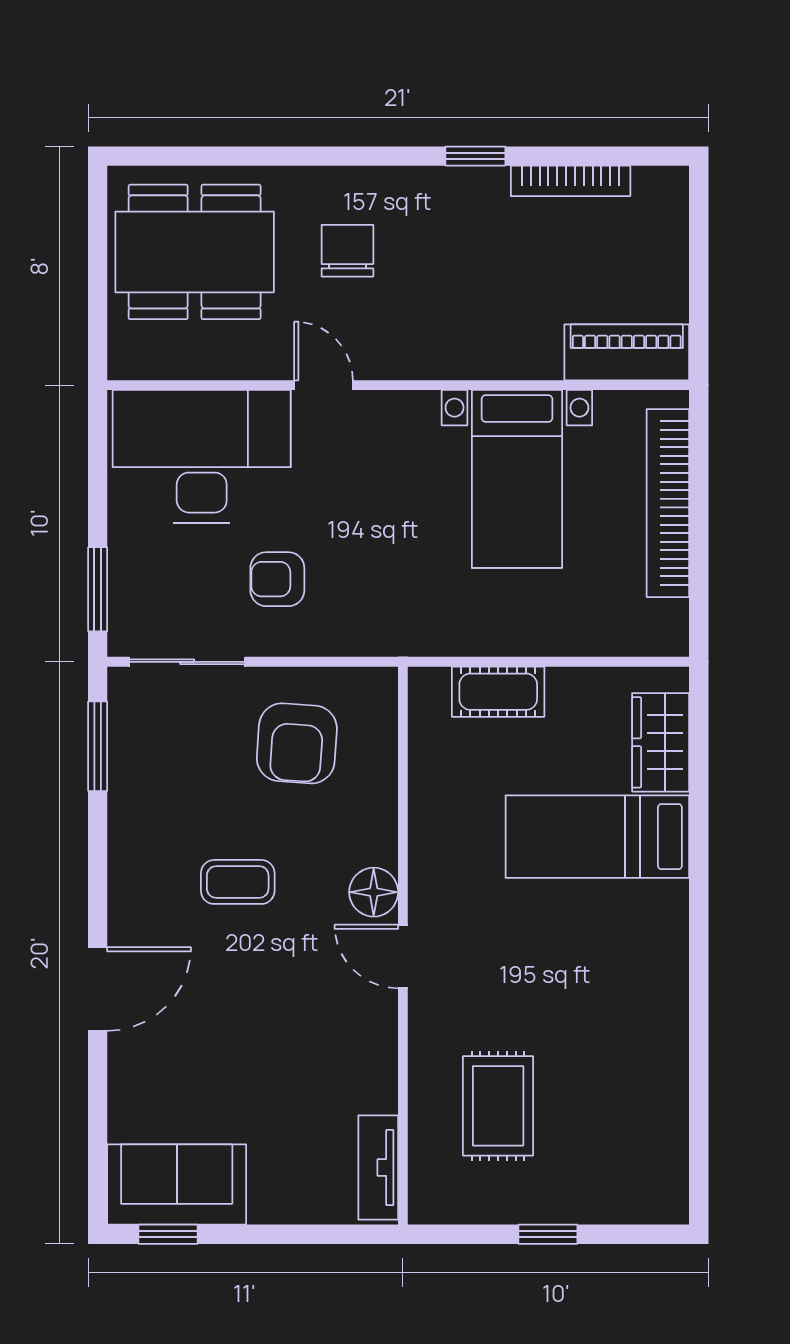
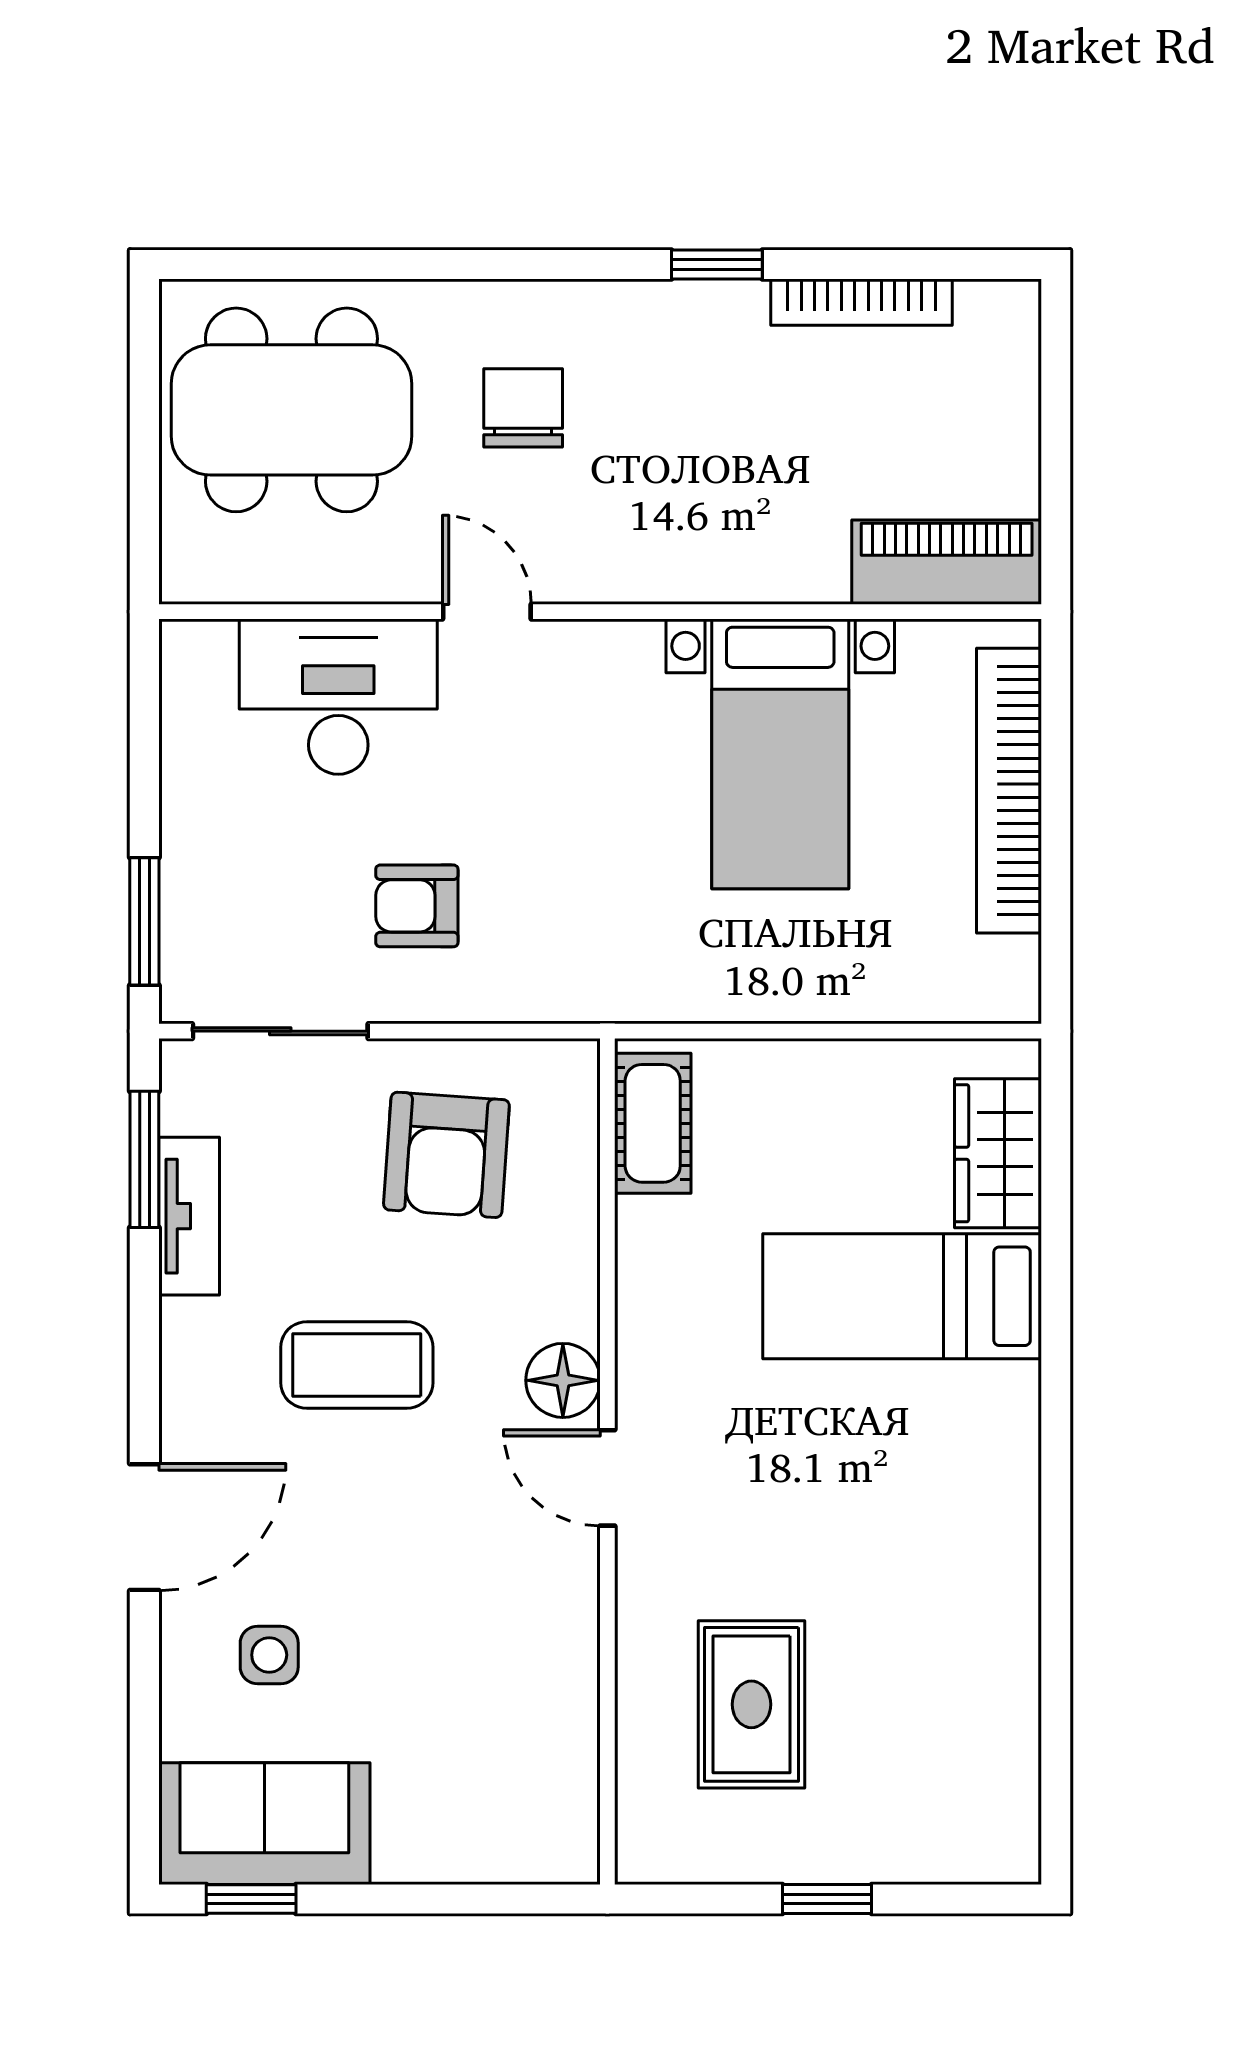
desk: (202, 457) -> (338, 697), width x0.73, depth x0.77
cot: (498, 692) -> (653, 1123), moved, turned 90
coffee table: (238, 882) -> (357, 1365), width x1.36, depth x1.30
side table: (180, 1073) -> (269, 1655), added
tv unit: (378, 1167) -> (189, 1216), moved, turned 180

